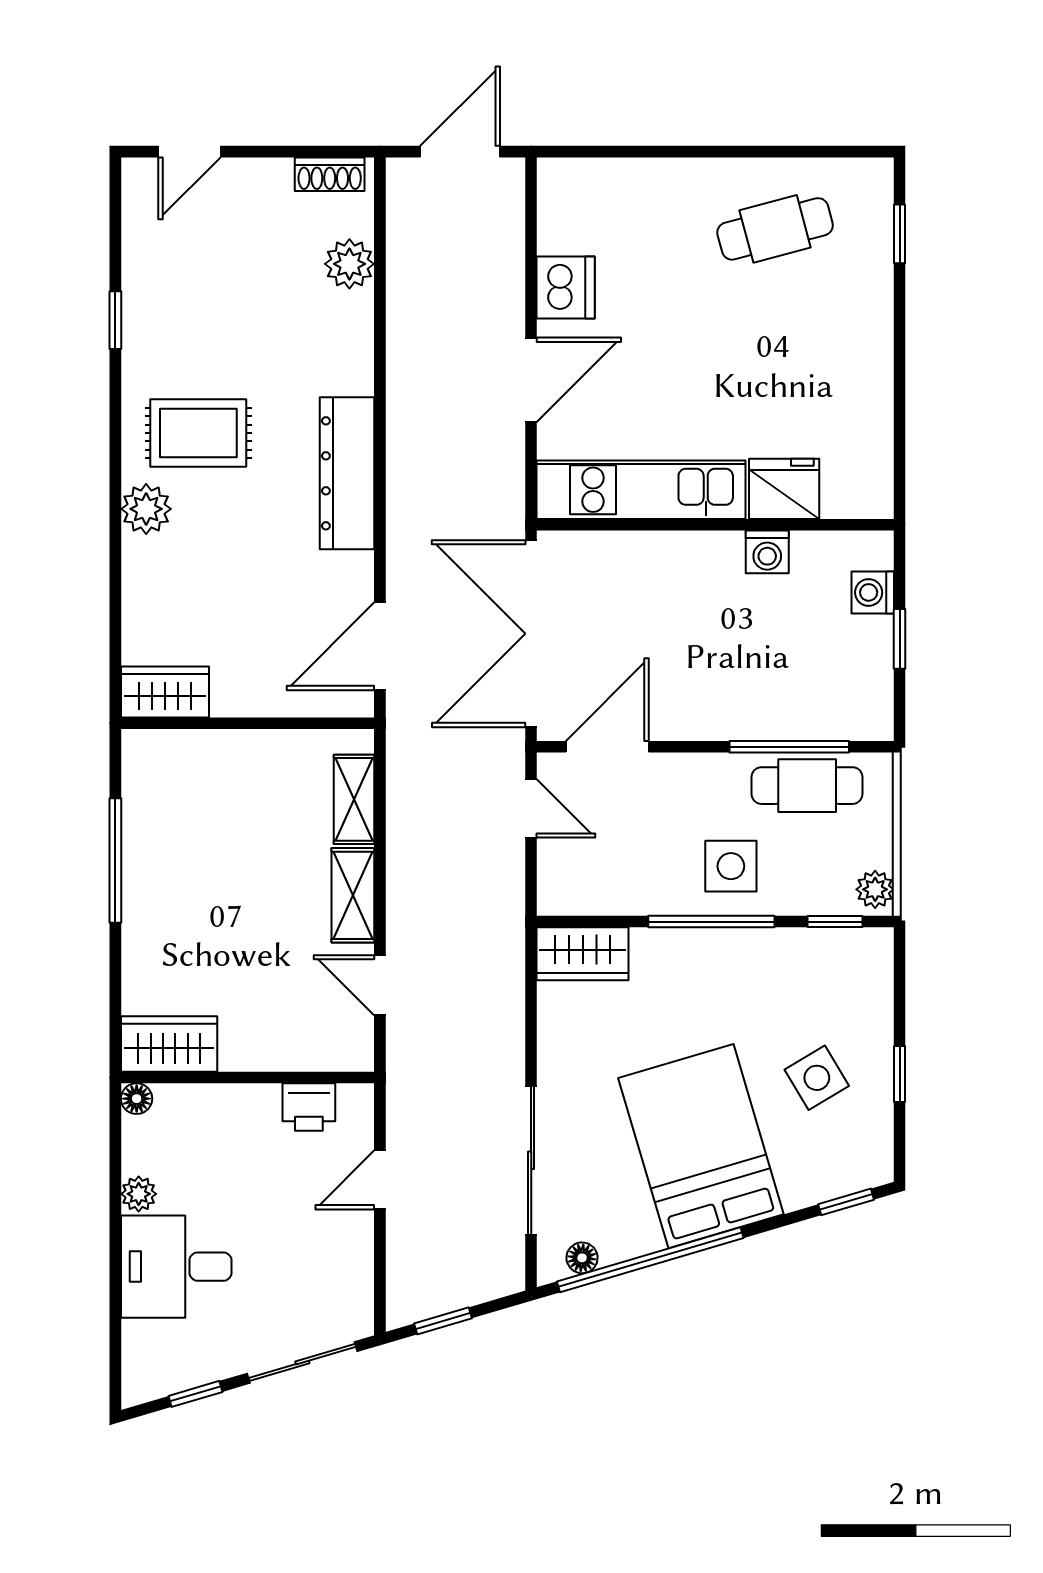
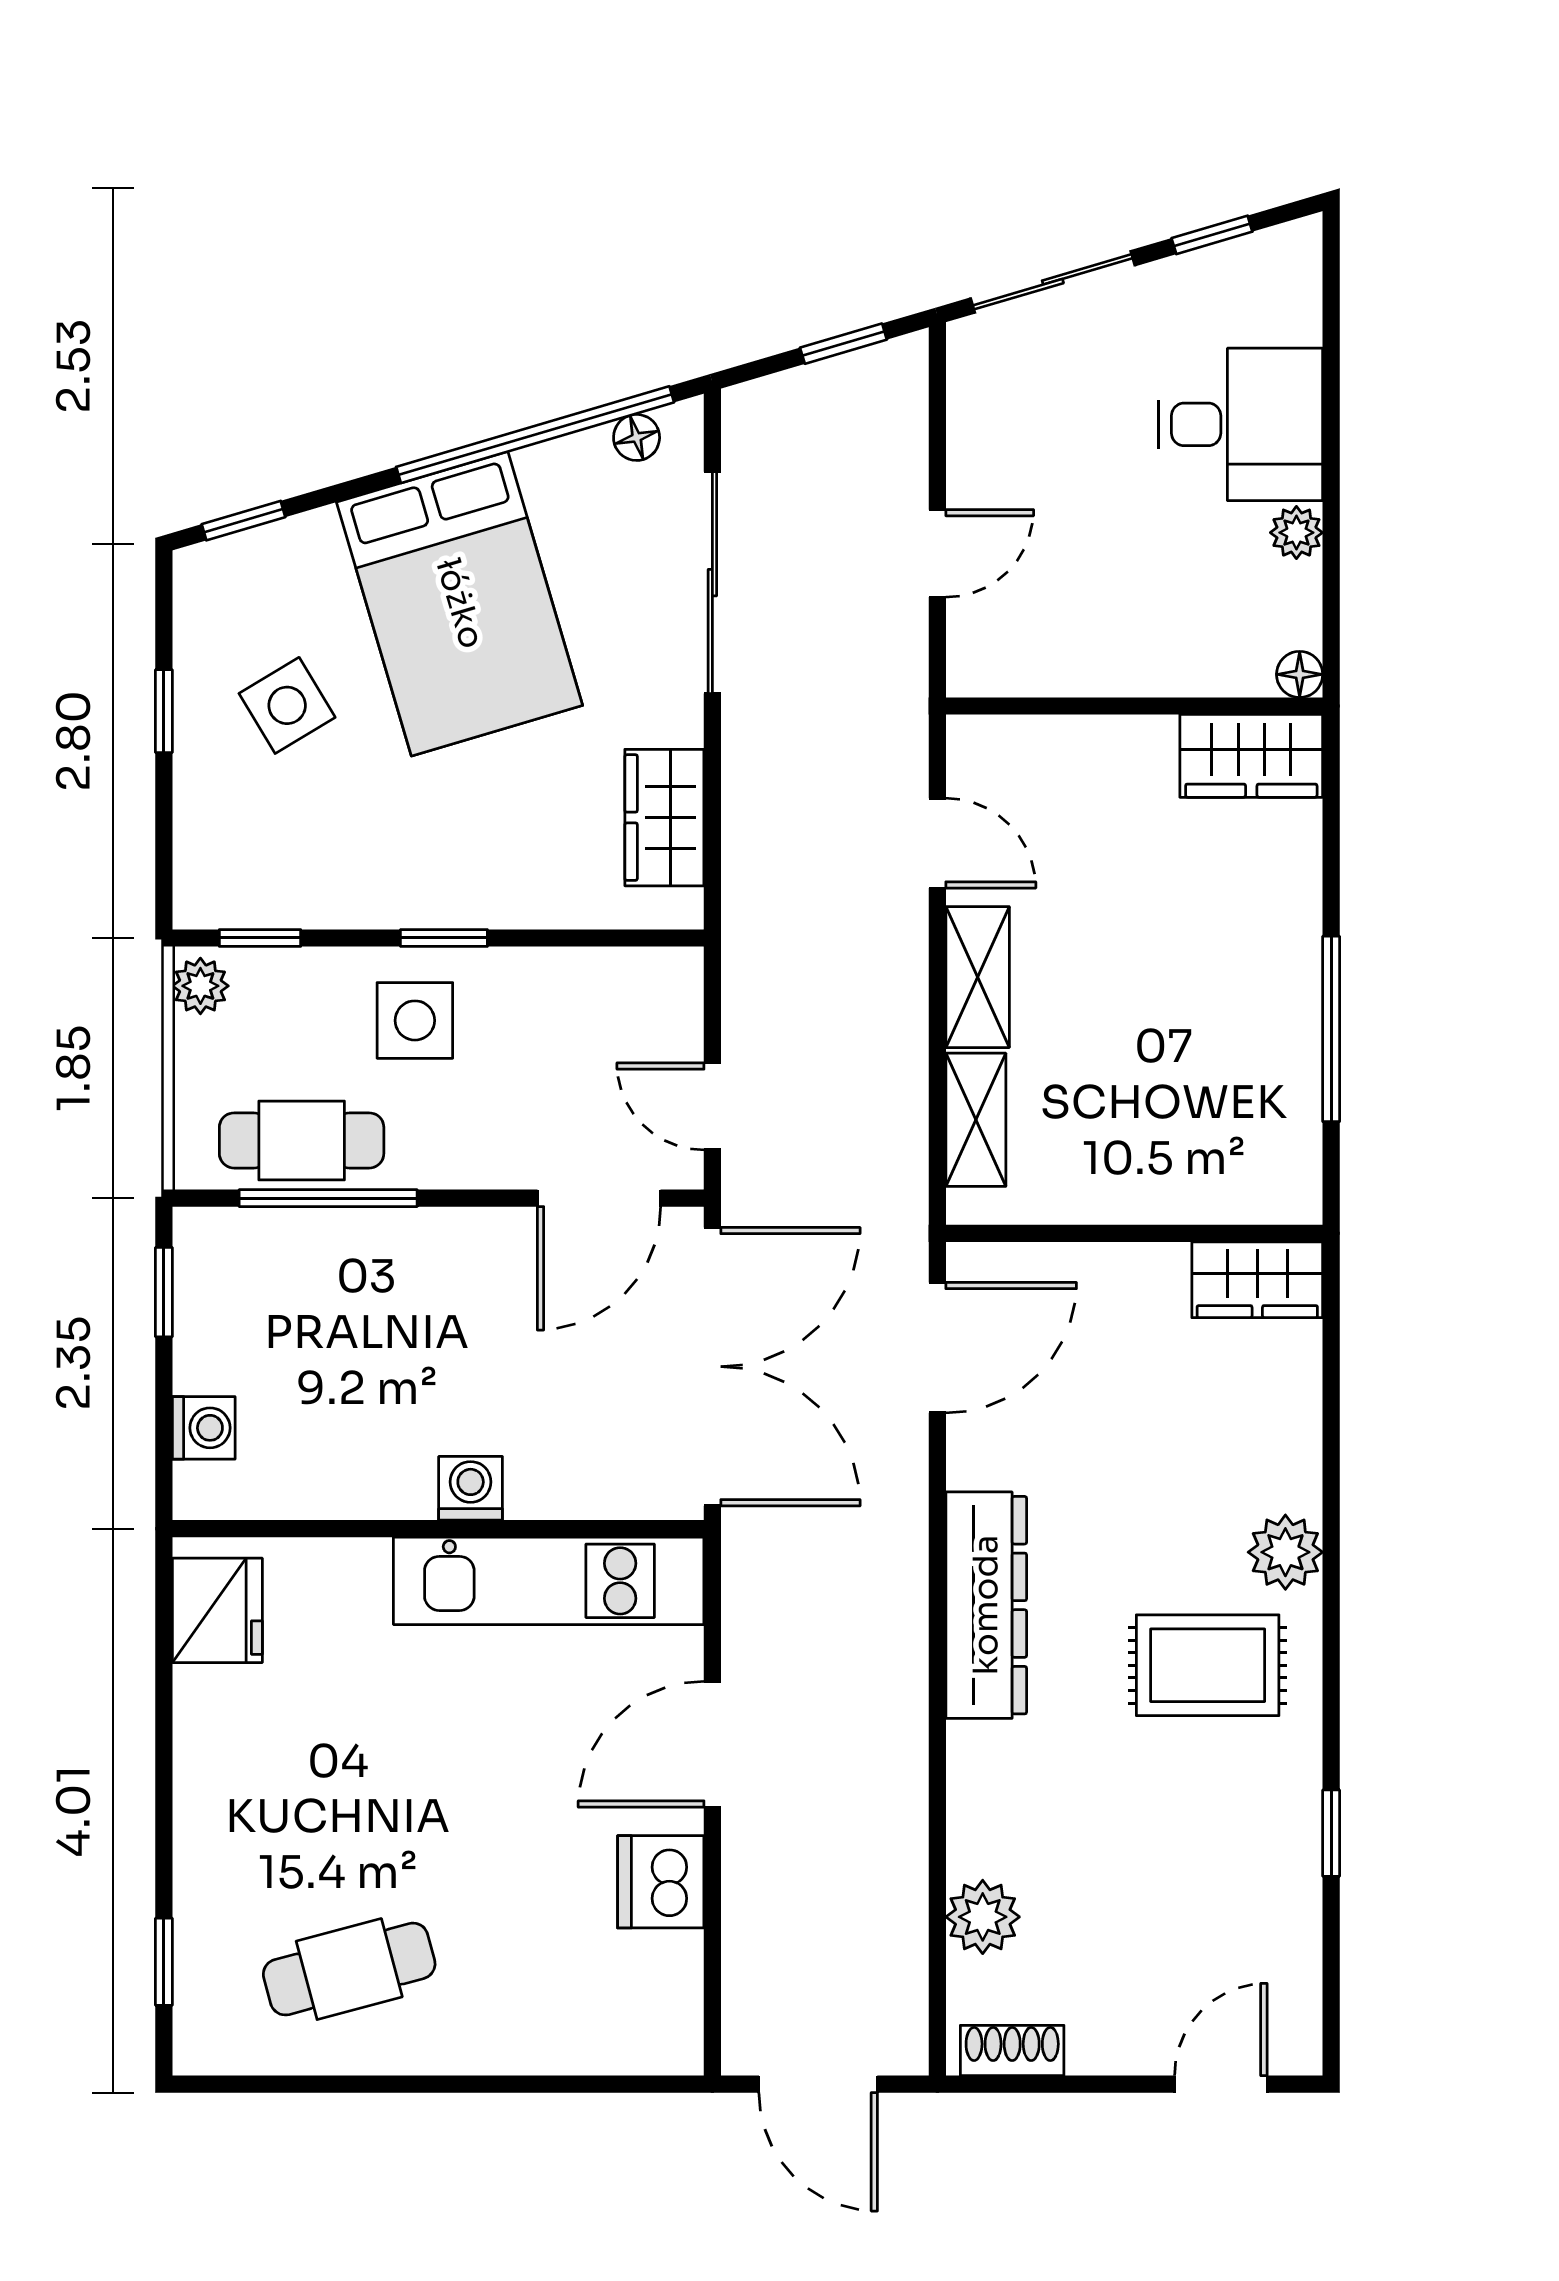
door: (460, 152) -> (818, 2084), hinge flipped
fridge: (784, 489) -> (217, 1610), moved, turned -90
washing machine: (767, 552) -> (471, 1488), moved
window: (900, 639) -> (164, 1292), moved
window: (711, 922) -> (444, 938), width x0.46
wardrobe: (583, 954) -> (664, 818), moved, turned -90
printer: (309, 1107) -> (1043, 662), removed

